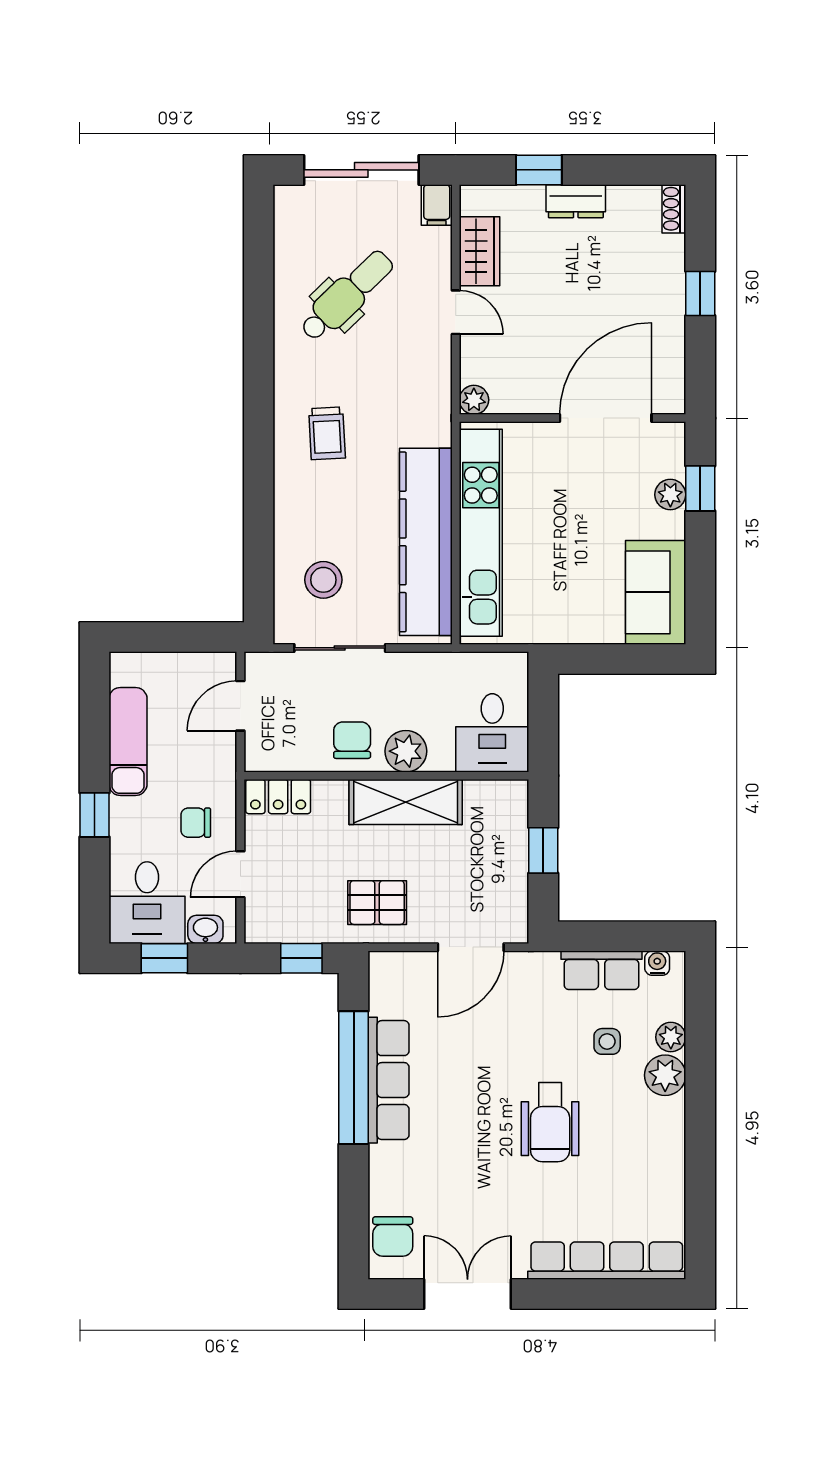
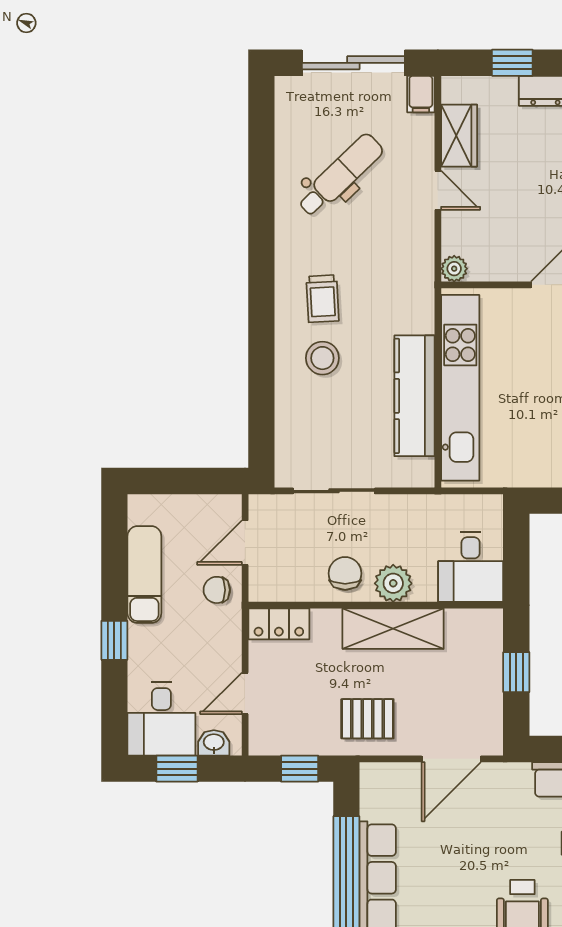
kitchen counter: (426, 542) -> (414, 396), width x0.72, depth x0.86
stool: (323, 580) -> (322, 358), moved
chair: (196, 823) -> (217, 590), moved

